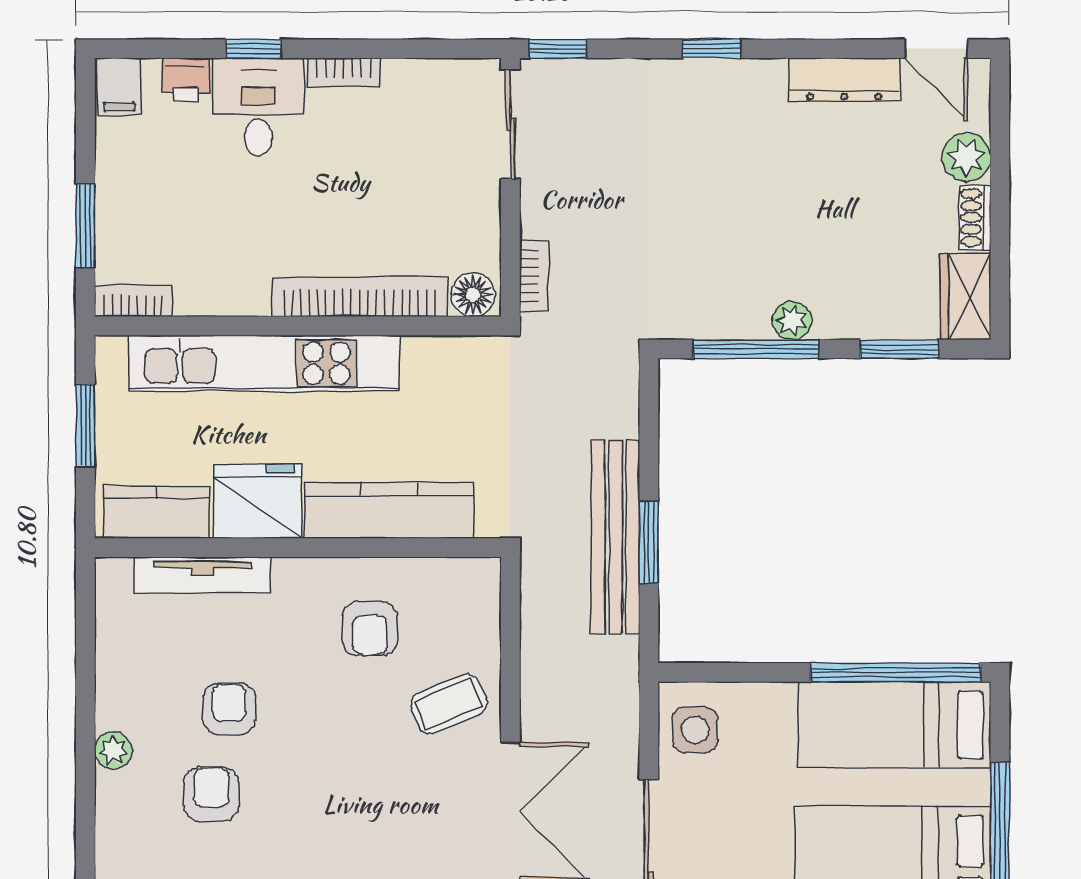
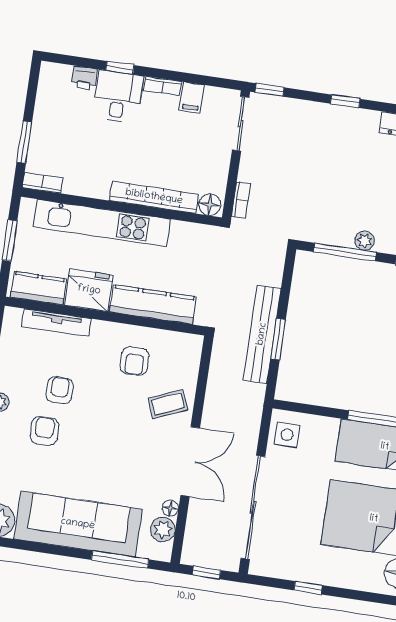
filing cabinet: (119, 87) -> (192, 97), moved

